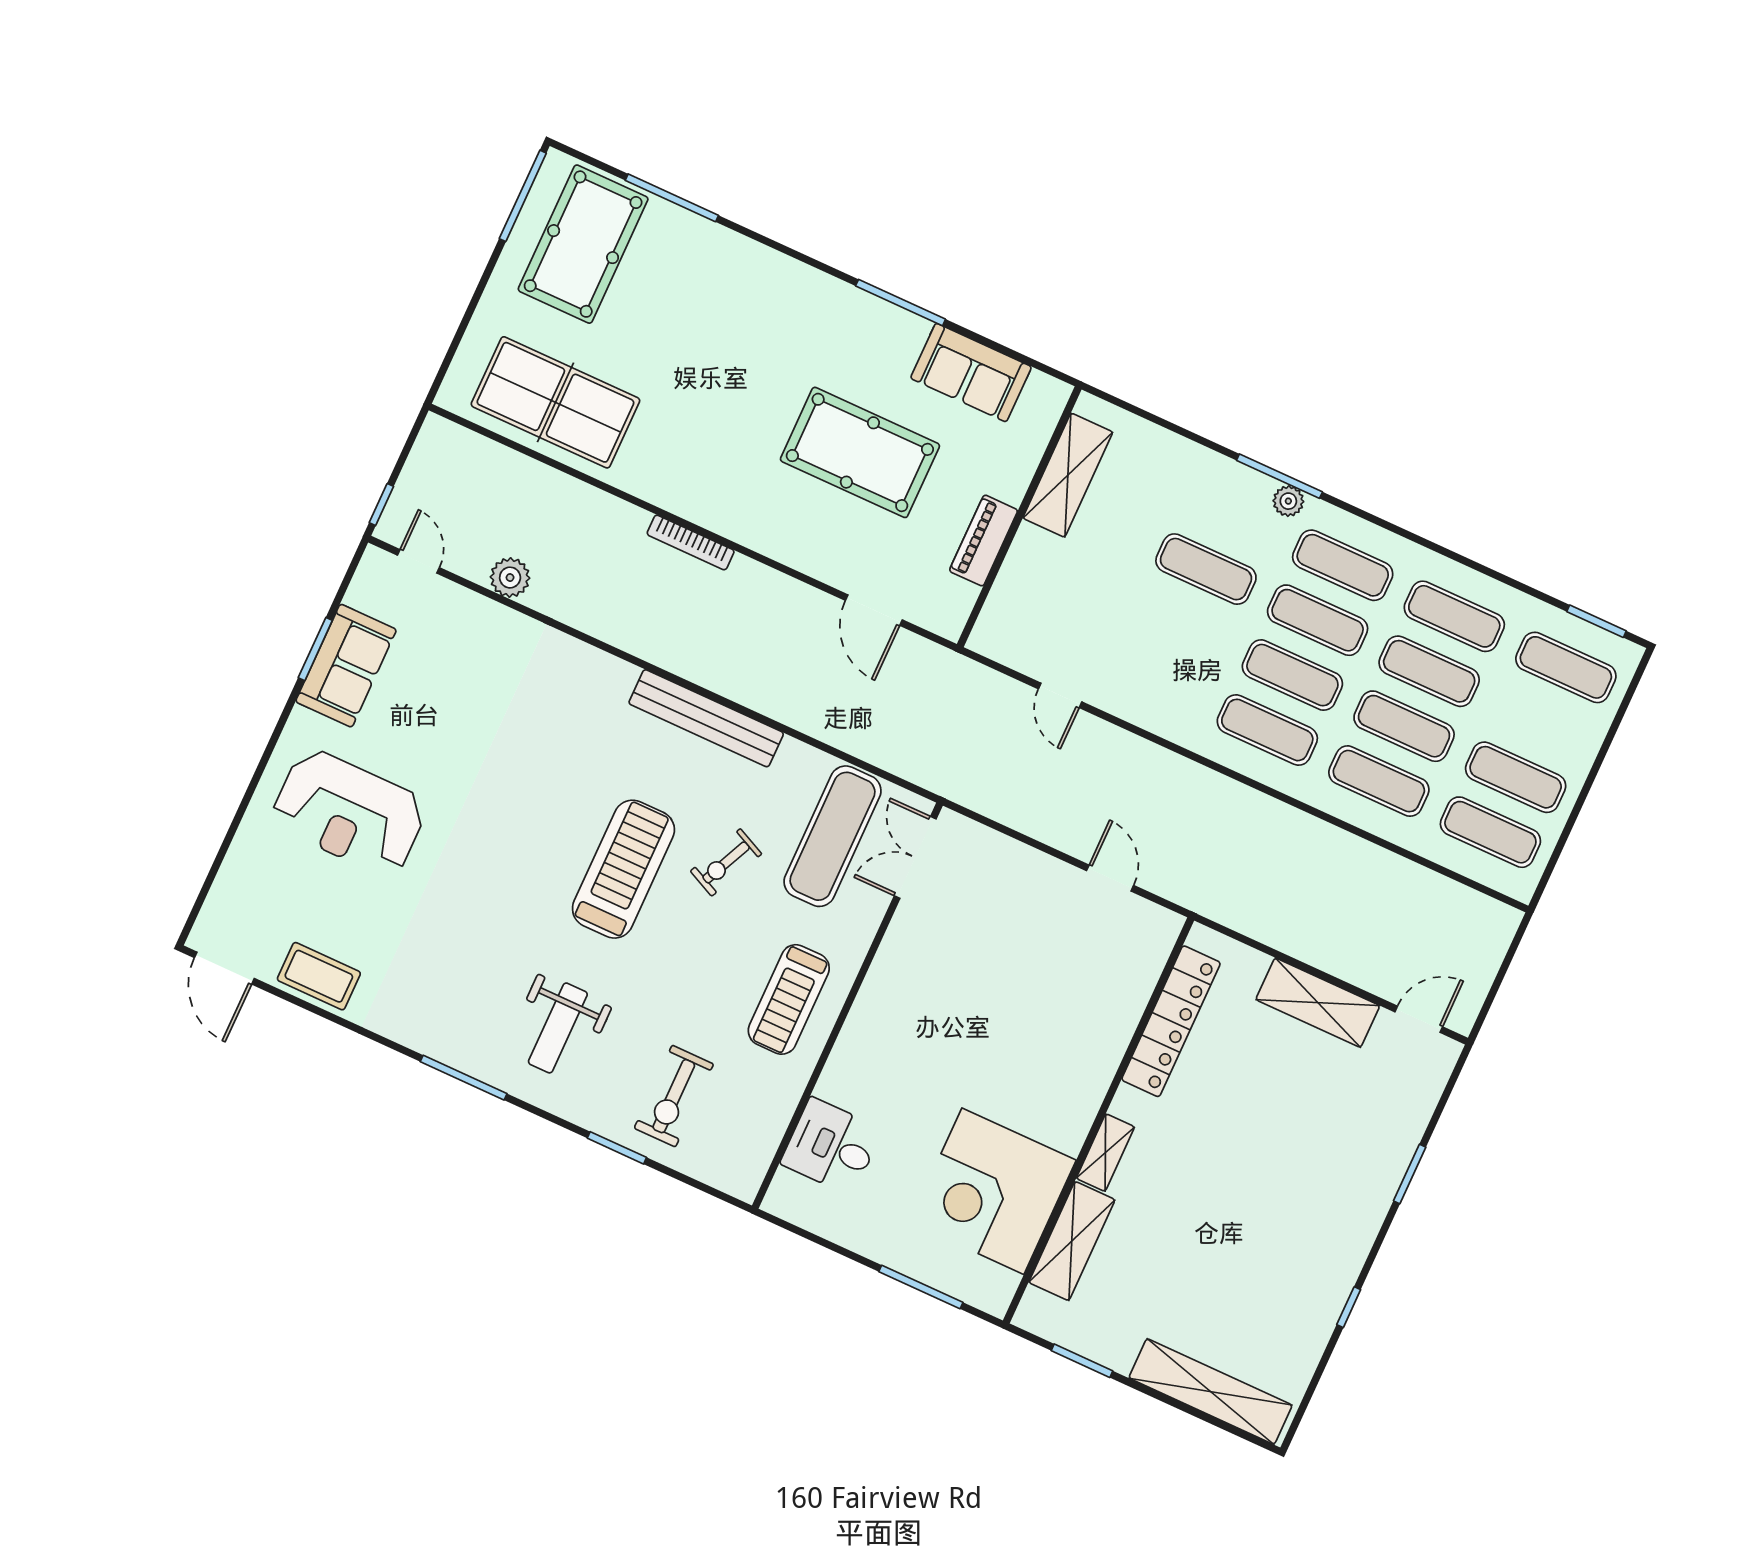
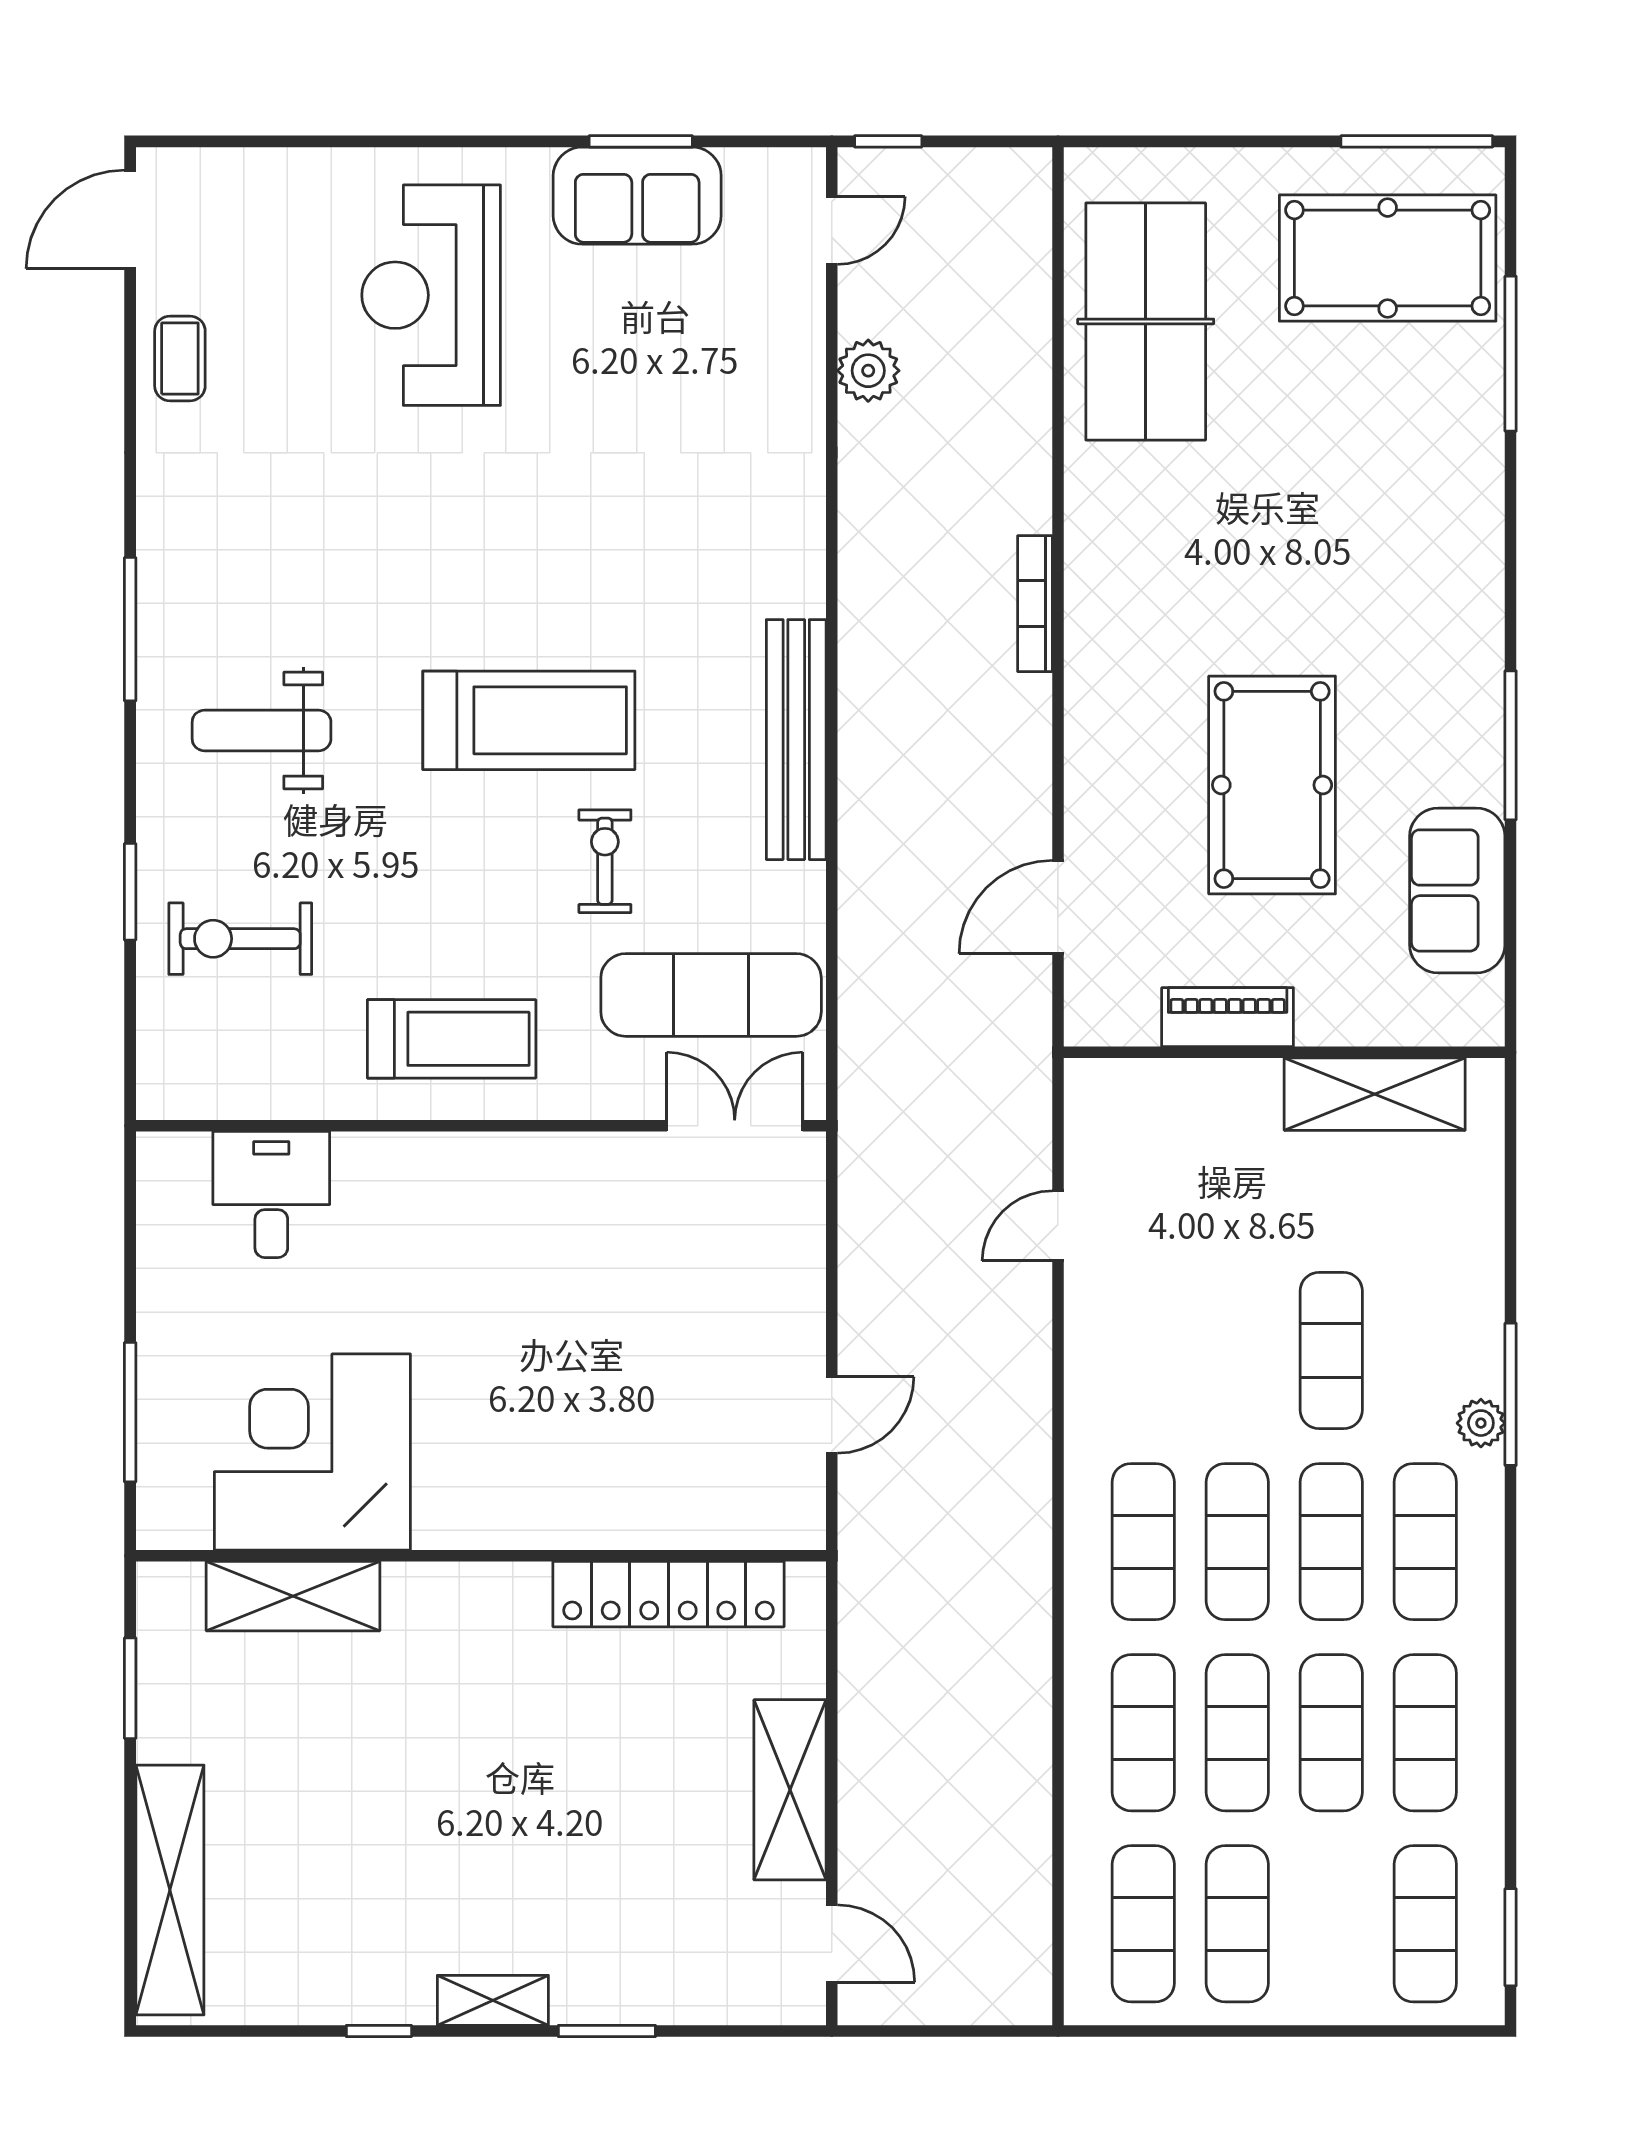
exercise bike: (726, 862) -> (605, 861), turned 65
coffee table: (319, 976) -> (180, 358), width x0.73, depth x0.77
treadmill: (789, 999) -> (452, 1039), turned 180
shelving: (1105, 1153) -> (493, 2000), moved

